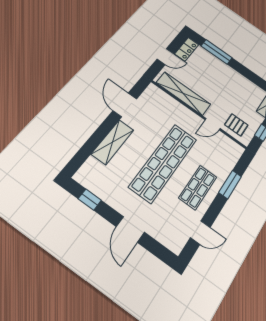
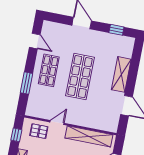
shop shelf: (164, 163) -> (80, 77), width x0.71
door: (200, 233) -> (35, 41), swing flipped

